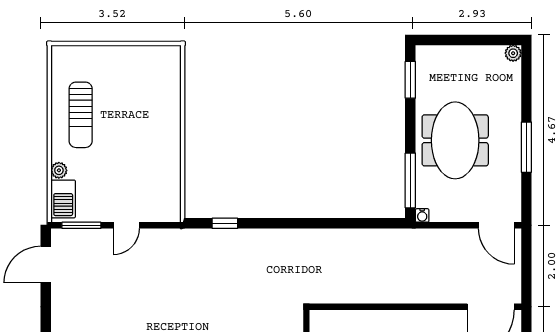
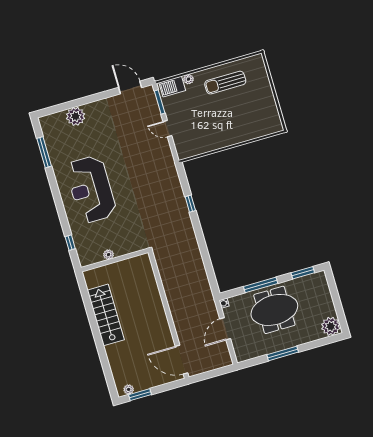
plant: (513, 53) -> (331, 326), width x1.88, depth x1.88
window: (410, 180) -> (261, 285), moved
window: (225, 223) -> (190, 204), moved
door: (496, 225) -> (225, 329), moved

